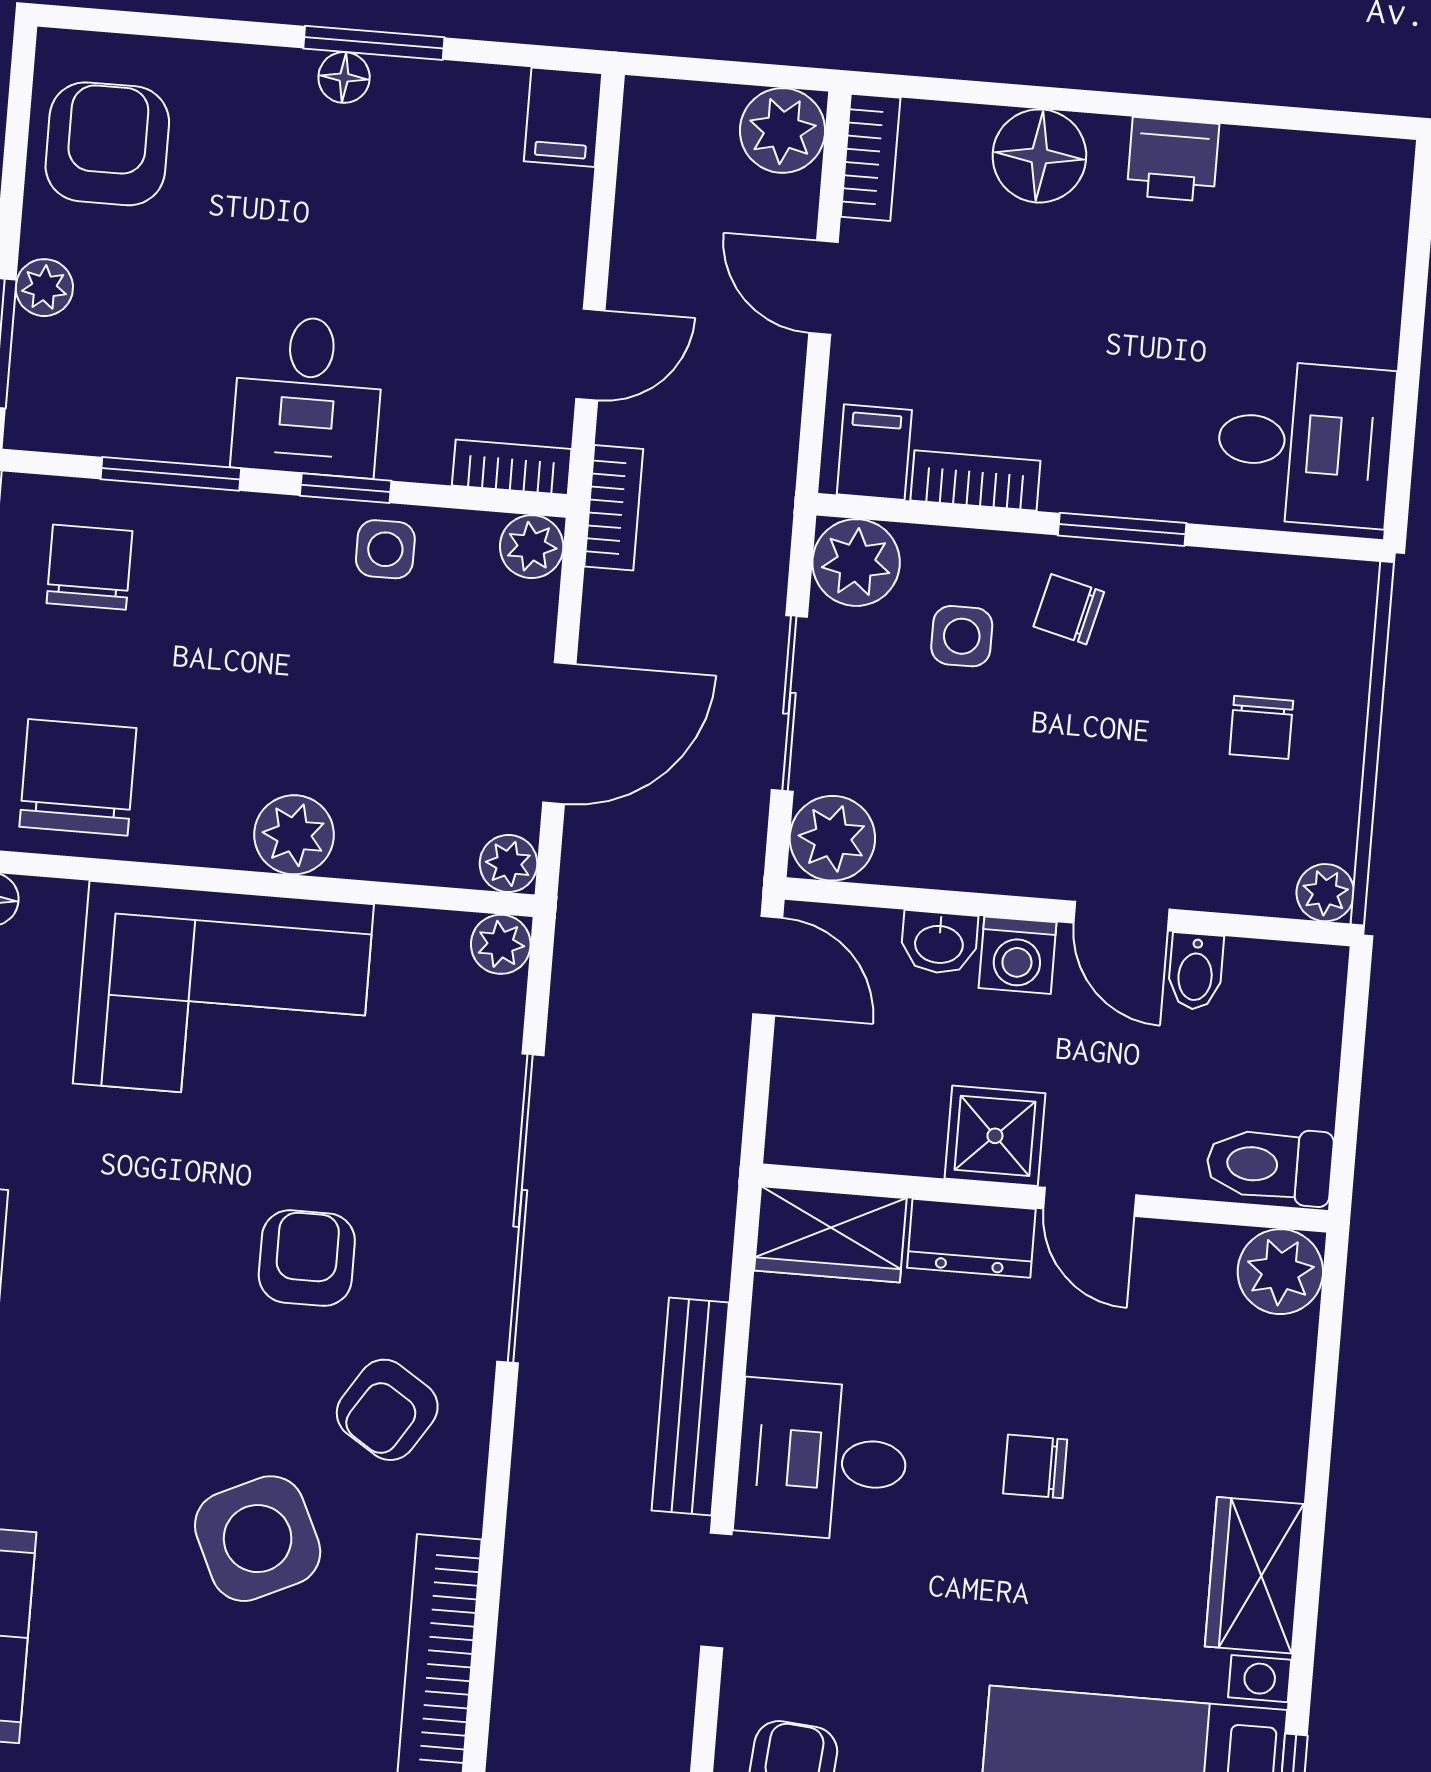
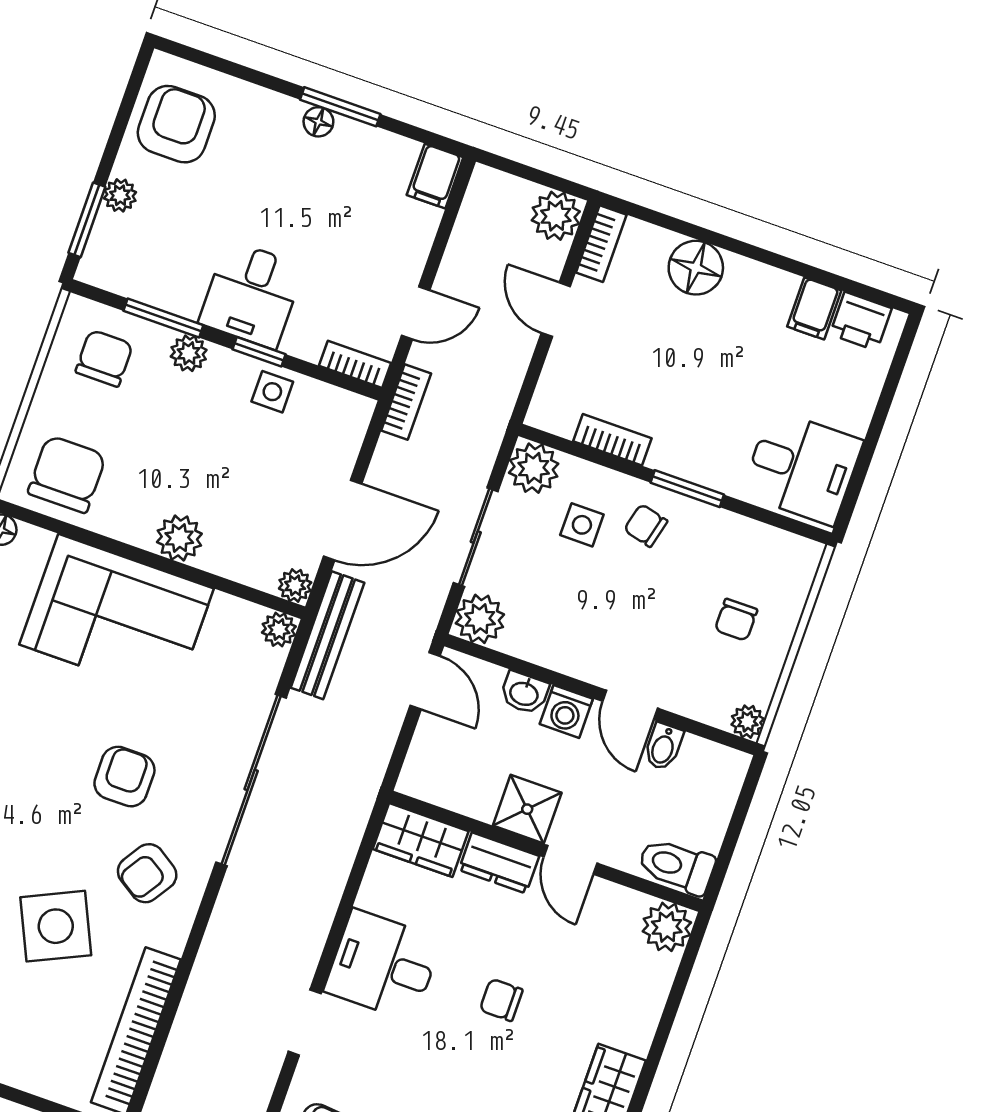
printer: (1173, 159) -> (861, 321), moved
filing cabinet: (874, 452) -> (814, 308), moved, turned 180
plant: (532, 547) -> (189, 353), moved
bench: (690, 1406) -> (327, 635), moved

